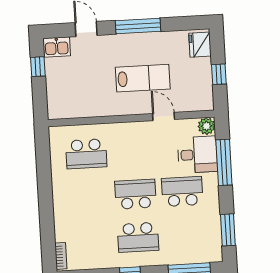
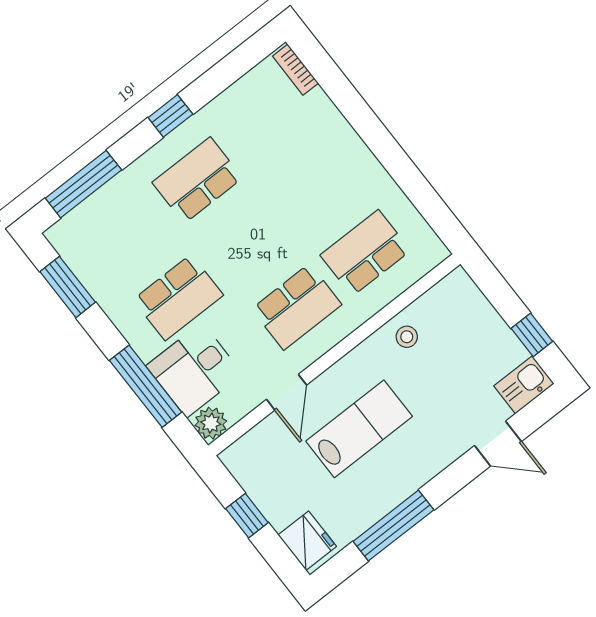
window: (138, 26) -> (393, 526), moved
lab bench: (143, 78) -> (359, 429), turned 180
stool: (94, 104) -> (407, 337), added
door: (164, 117) -> (287, 392), hinge flipped
school desk: (135, 194) -> (297, 307), moved

